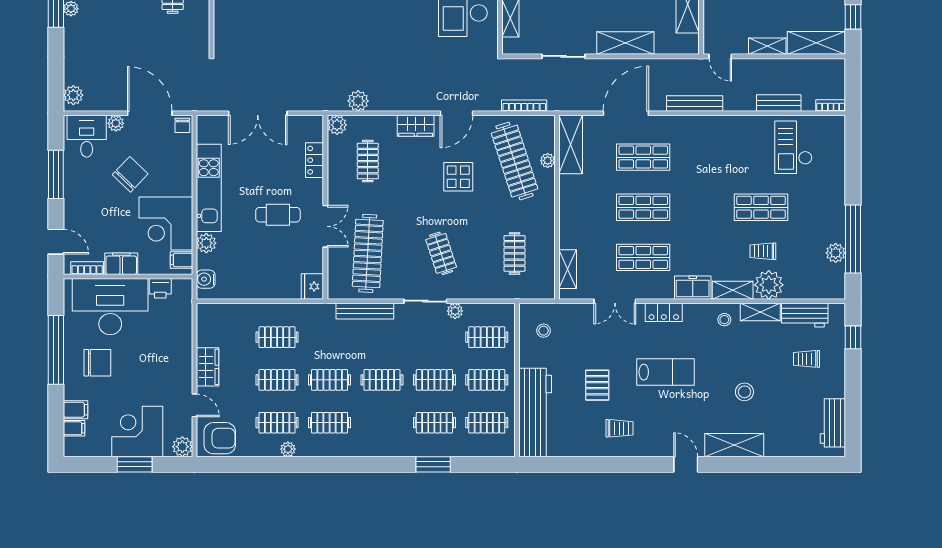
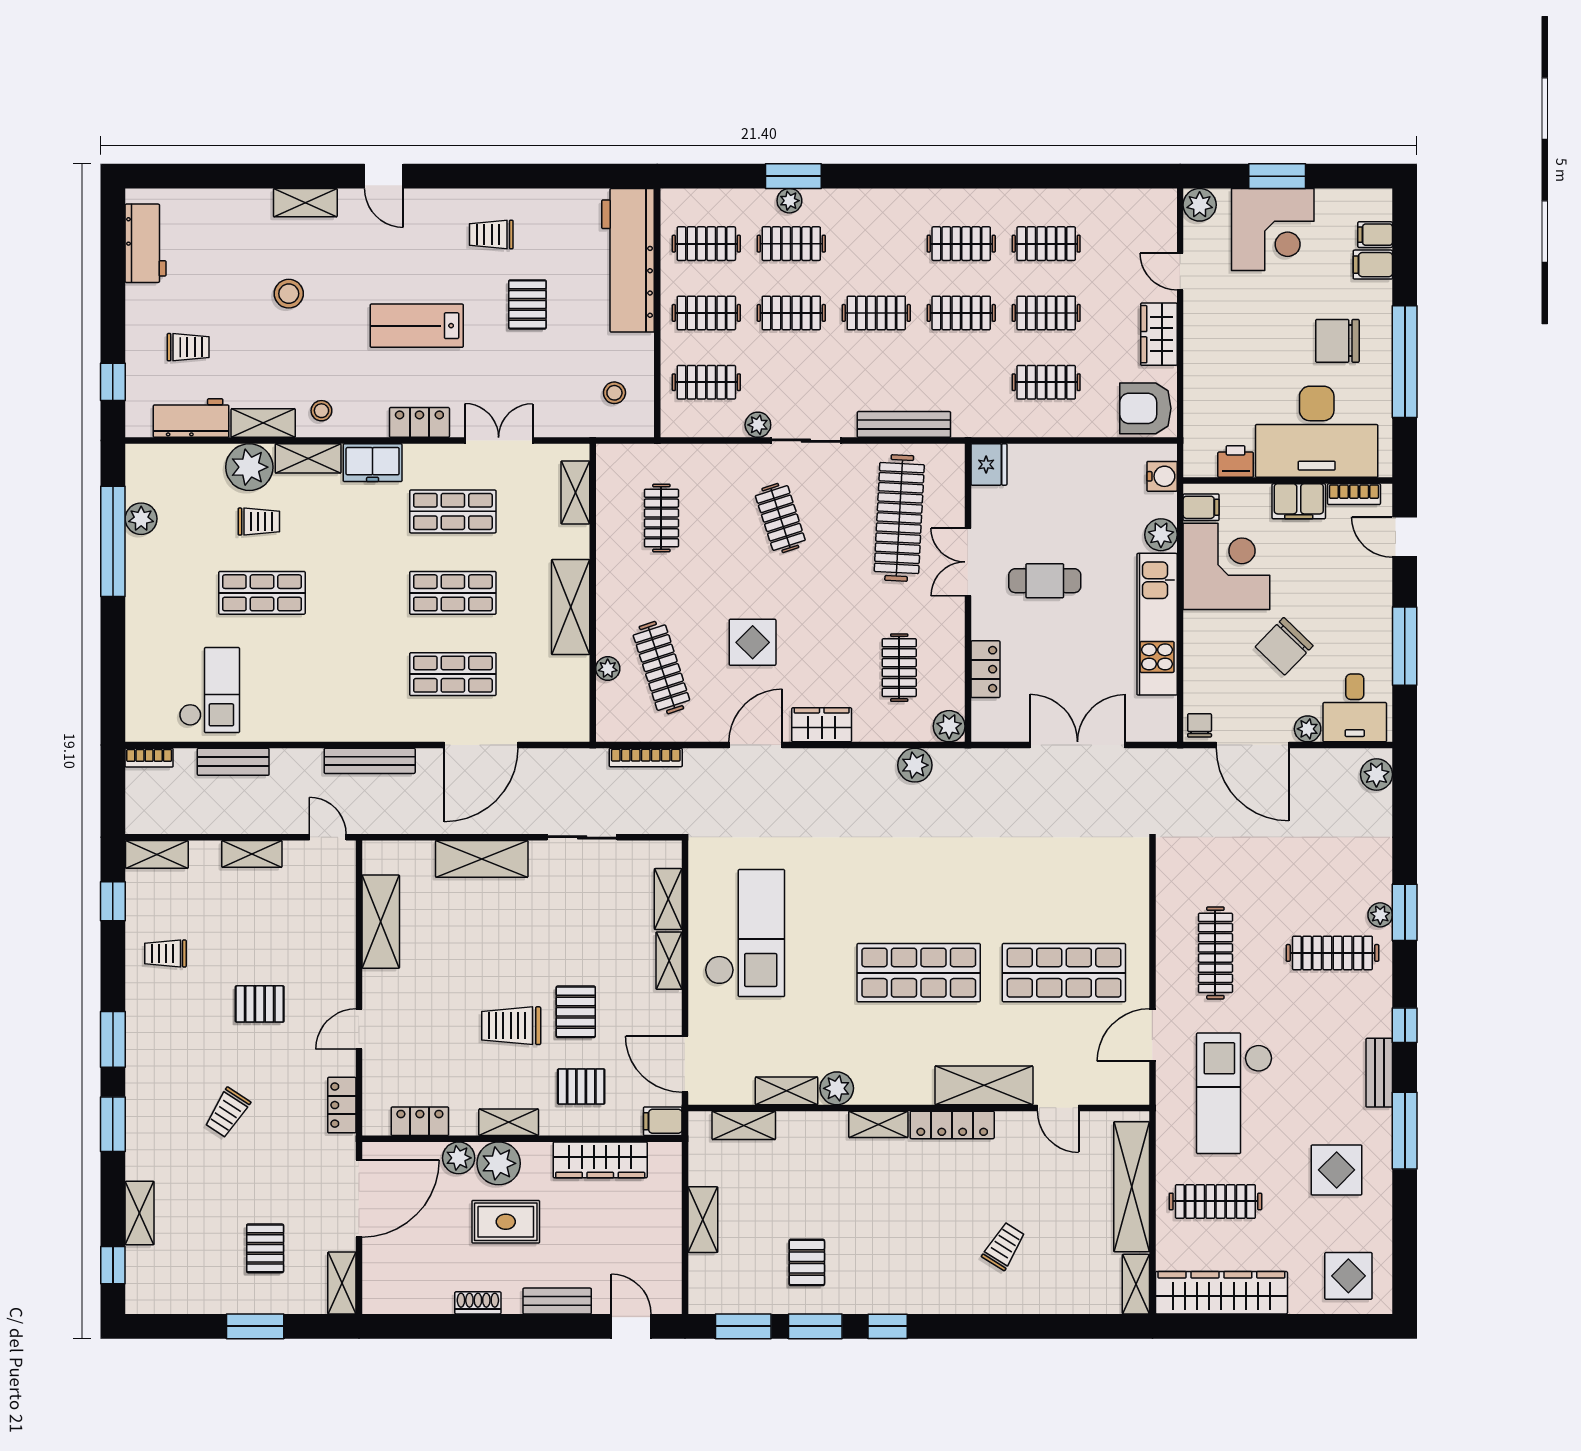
shelving: (816, 43) -> (157, 854), width x0.67, depth x0.75
shelving: (571, 145) -> (571, 607), moved
clothes rail: (515, 161) -> (661, 668), width x0.73, depth x0.76
armchair: (220, 438) -> (1145, 408), moved
shelving: (734, 445) -> (305, 203), width x0.67, depth x0.75
plant: (288, 449) -> (789, 201), moved

